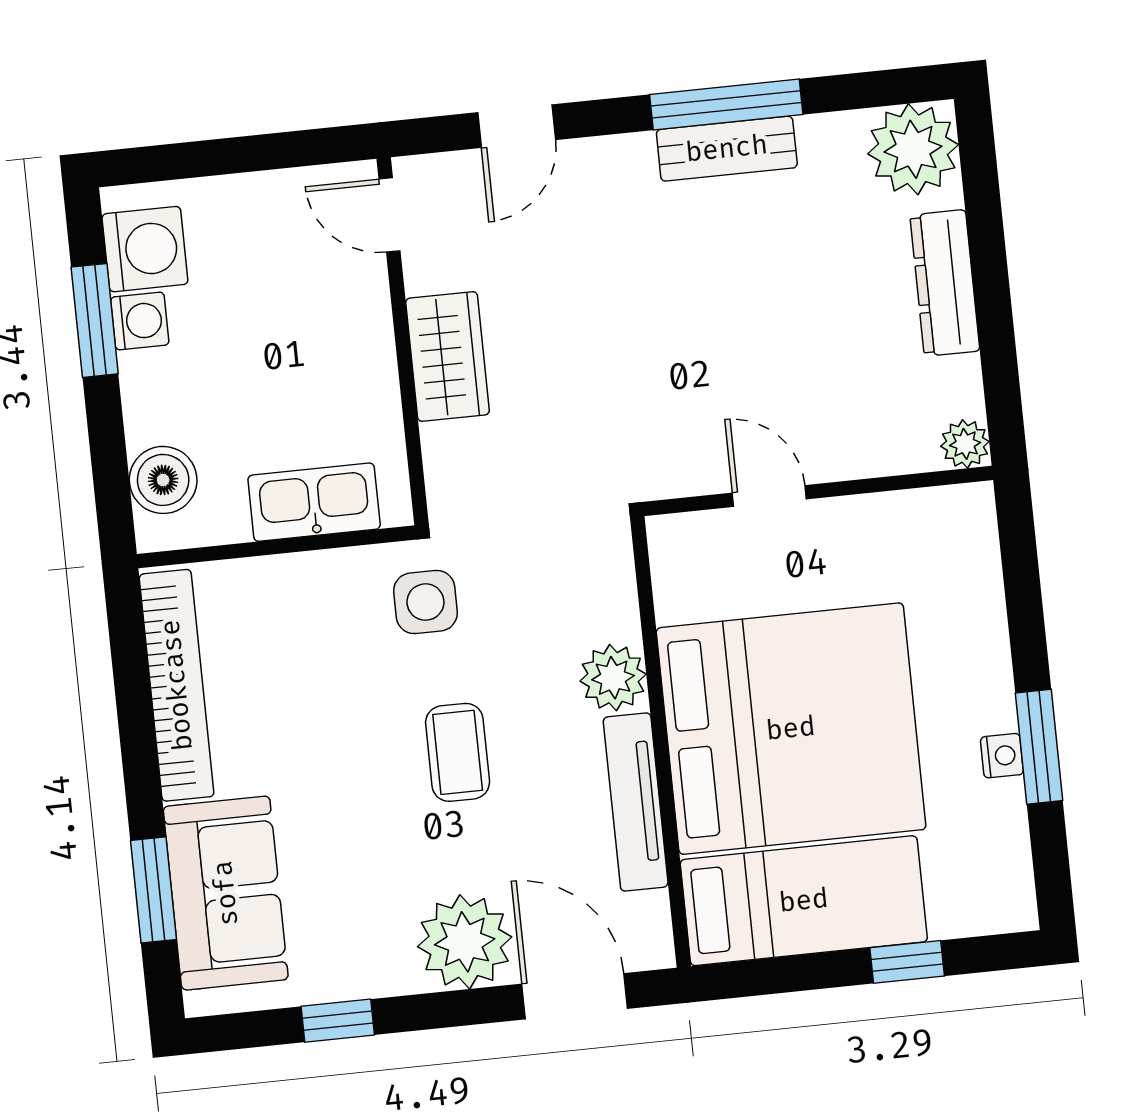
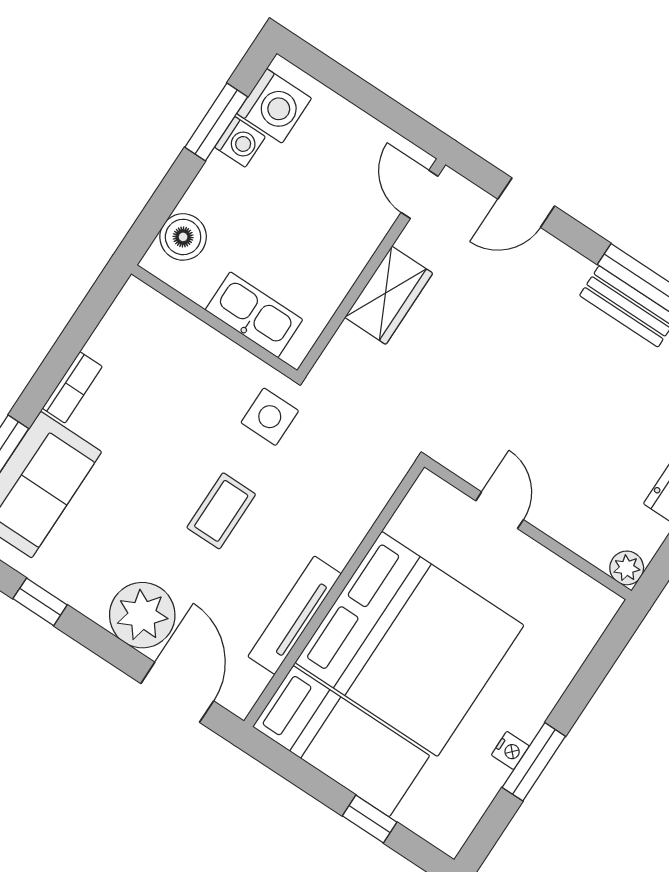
plant: (613, 678) -> (337, 539), removed
bookcase: (177, 685) -> (72, 387), width x0.43, depth x0.76

